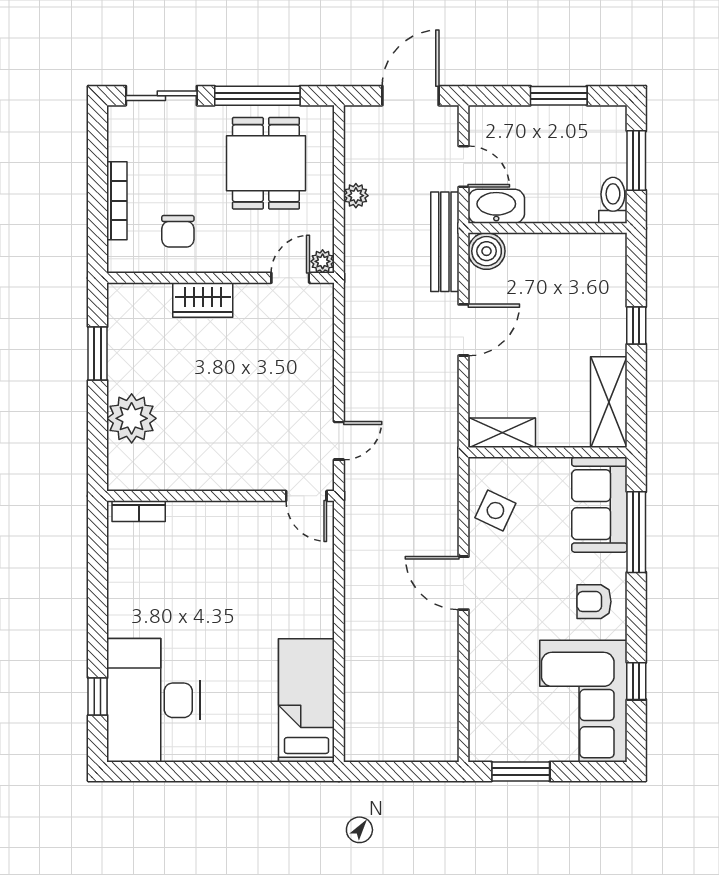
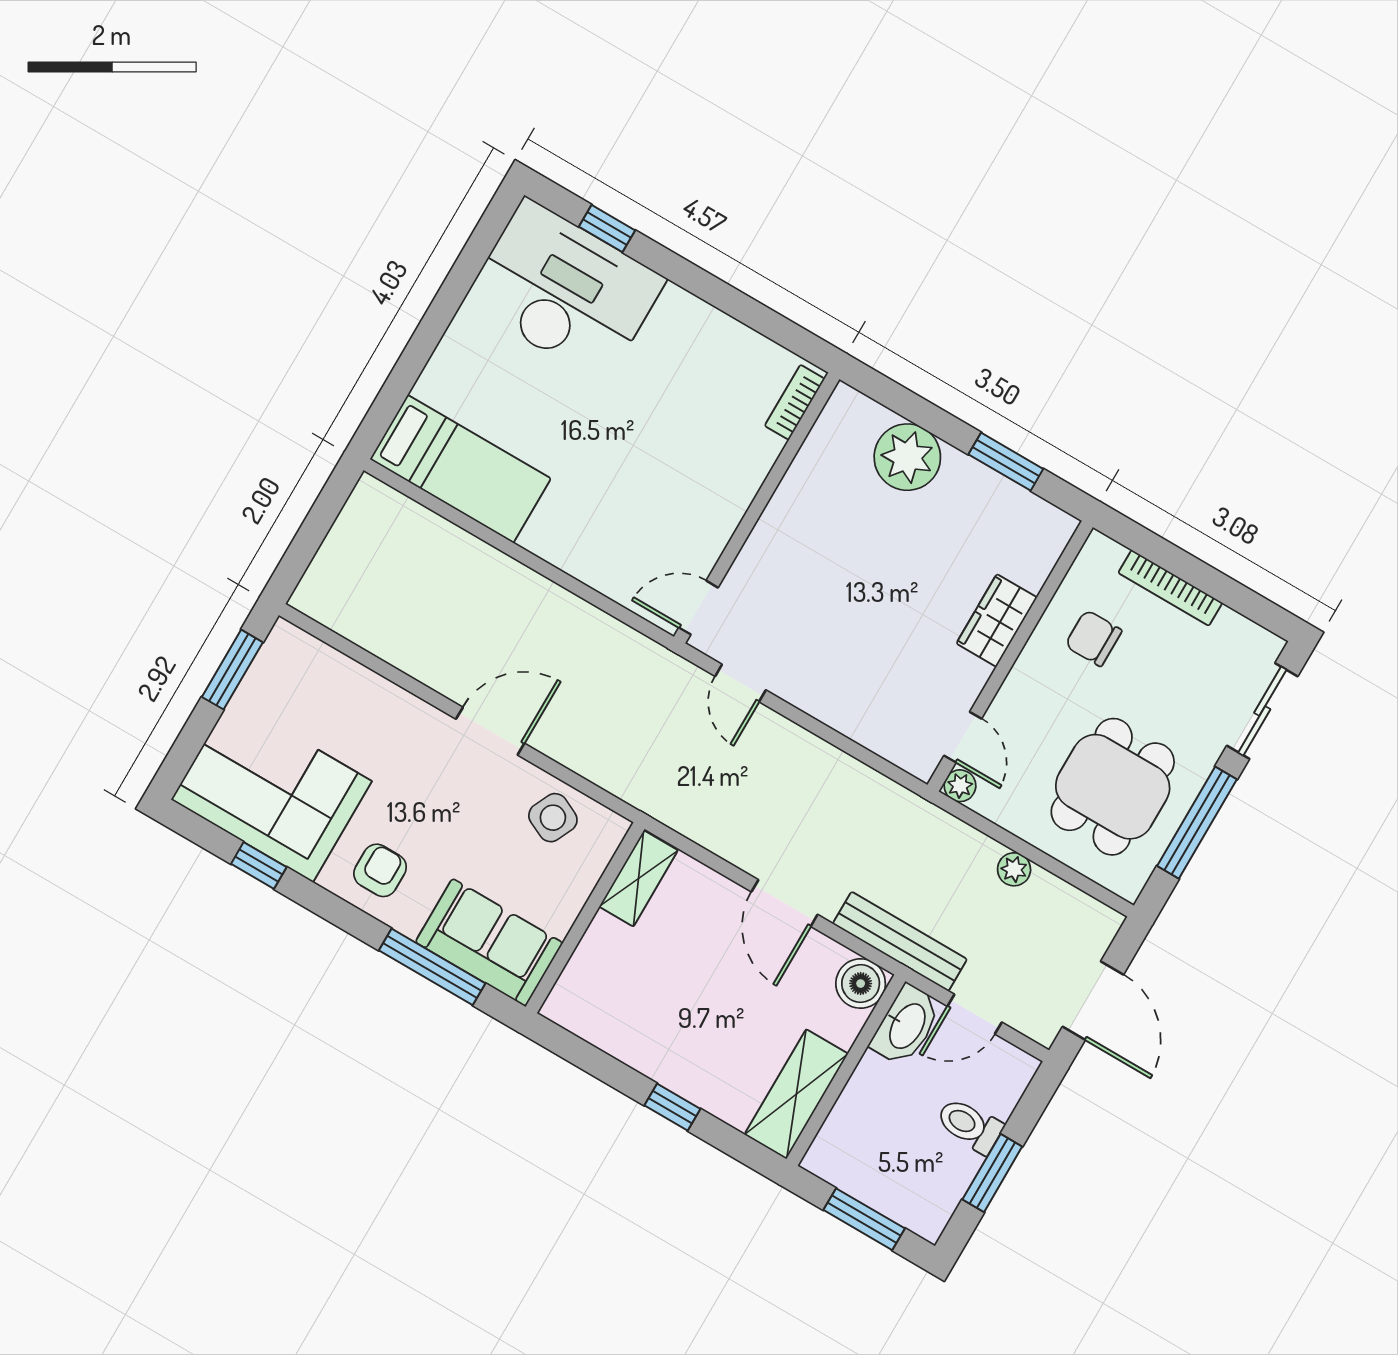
dining table: (266, 163) -> (1113, 787), turned 90
toilet: (613, 200) -> (970, 1125), moved, turned 180
shelving: (609, 402) -> (796, 1094), moved, turned 90

